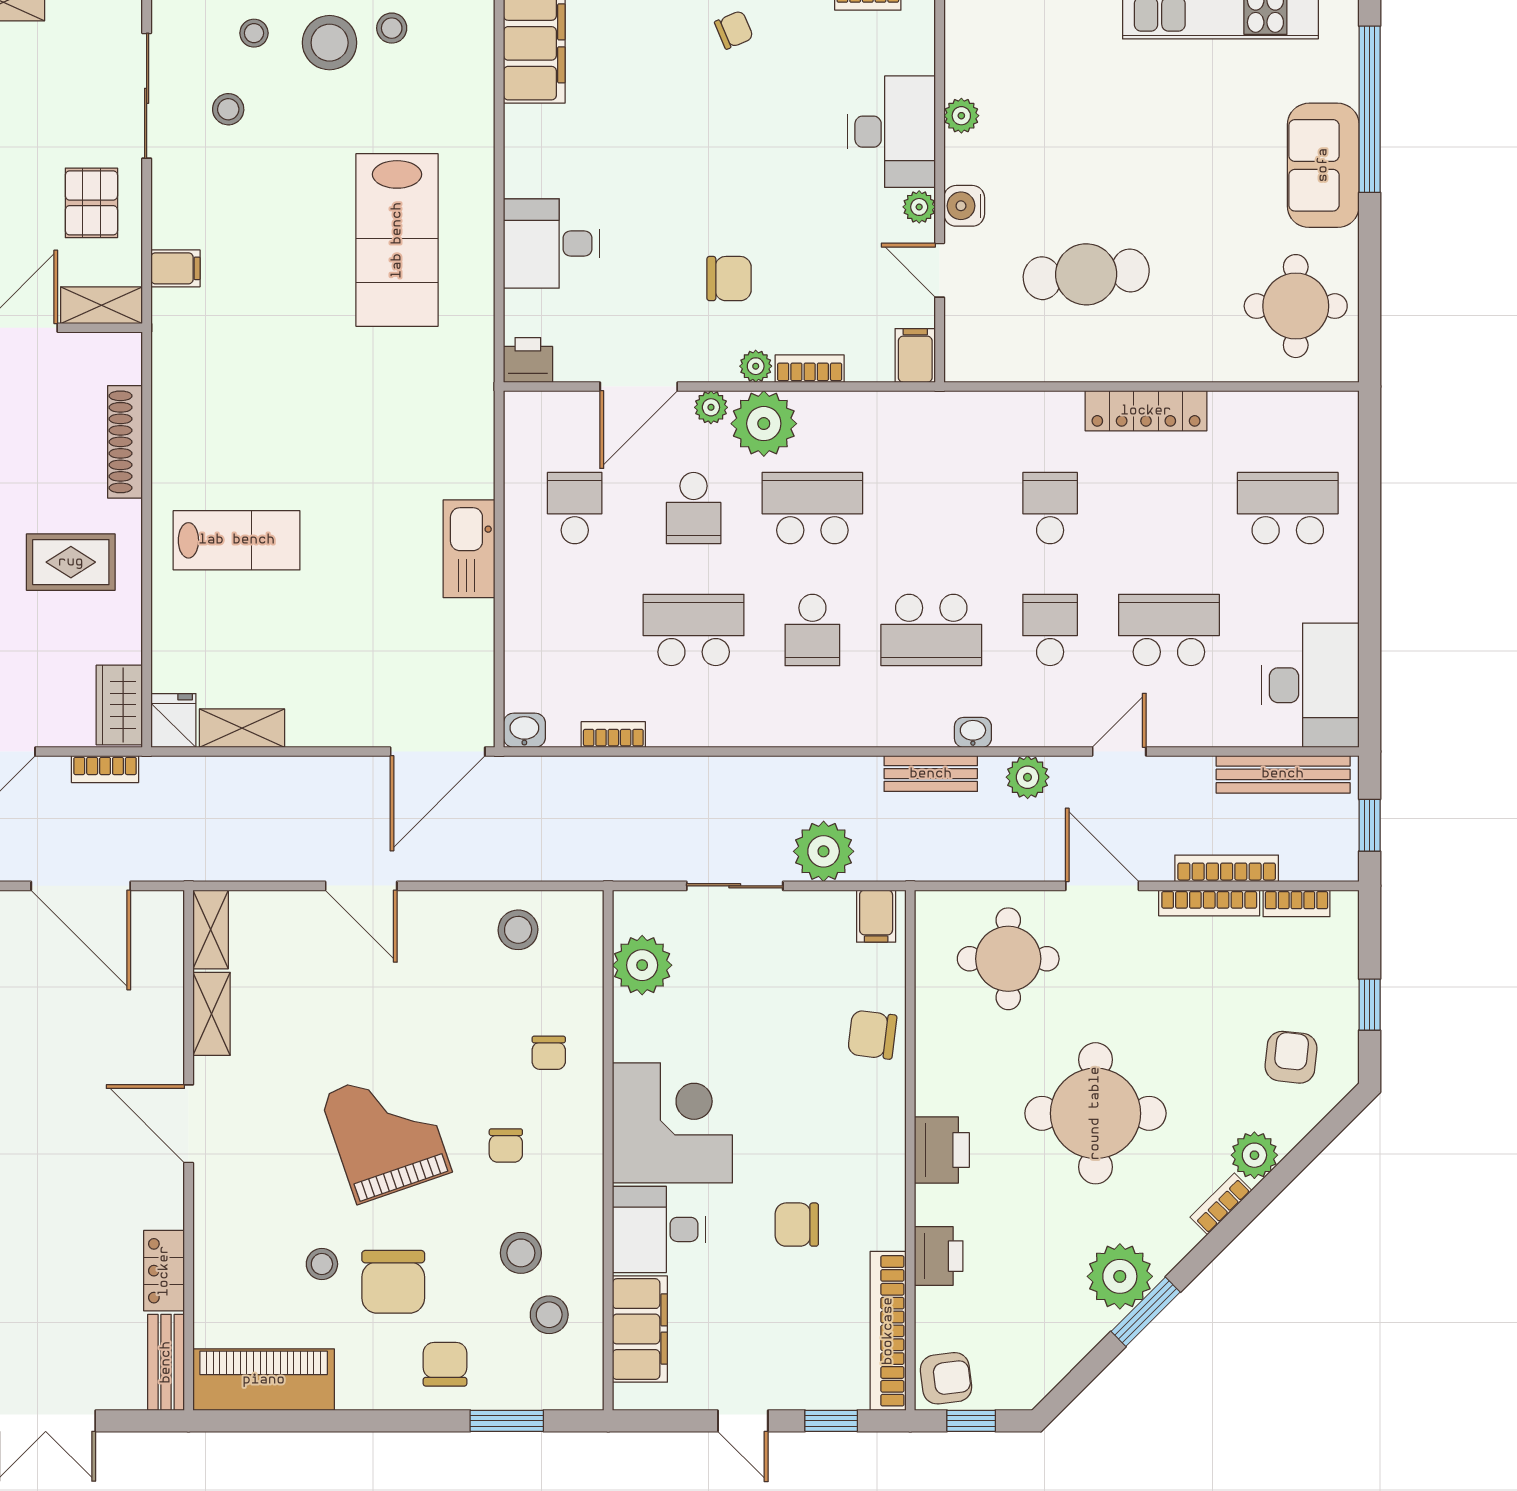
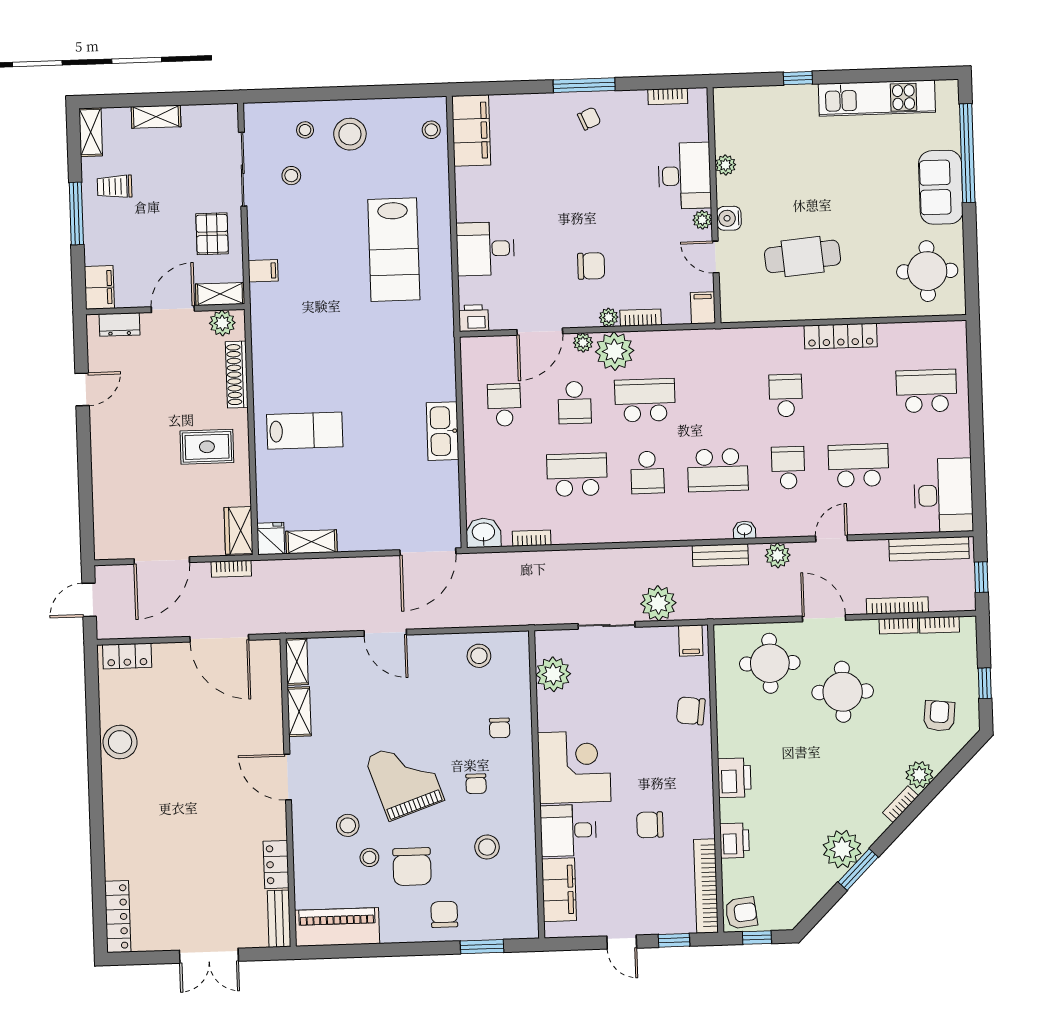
stool: (392, 28) -> (431, 130), moved
plant: (104, 354) -> (222, 323), added
washbasin: (524, 730) -> (483, 533), width x1.38, depth x1.45
bookcase: (1209, 903) -> (898, 626), width x0.64
round table: (1095, 1113) -> (843, 692), moved, width x0.73, depth x0.73
stool: (549, 1315) -> (348, 825), moved

